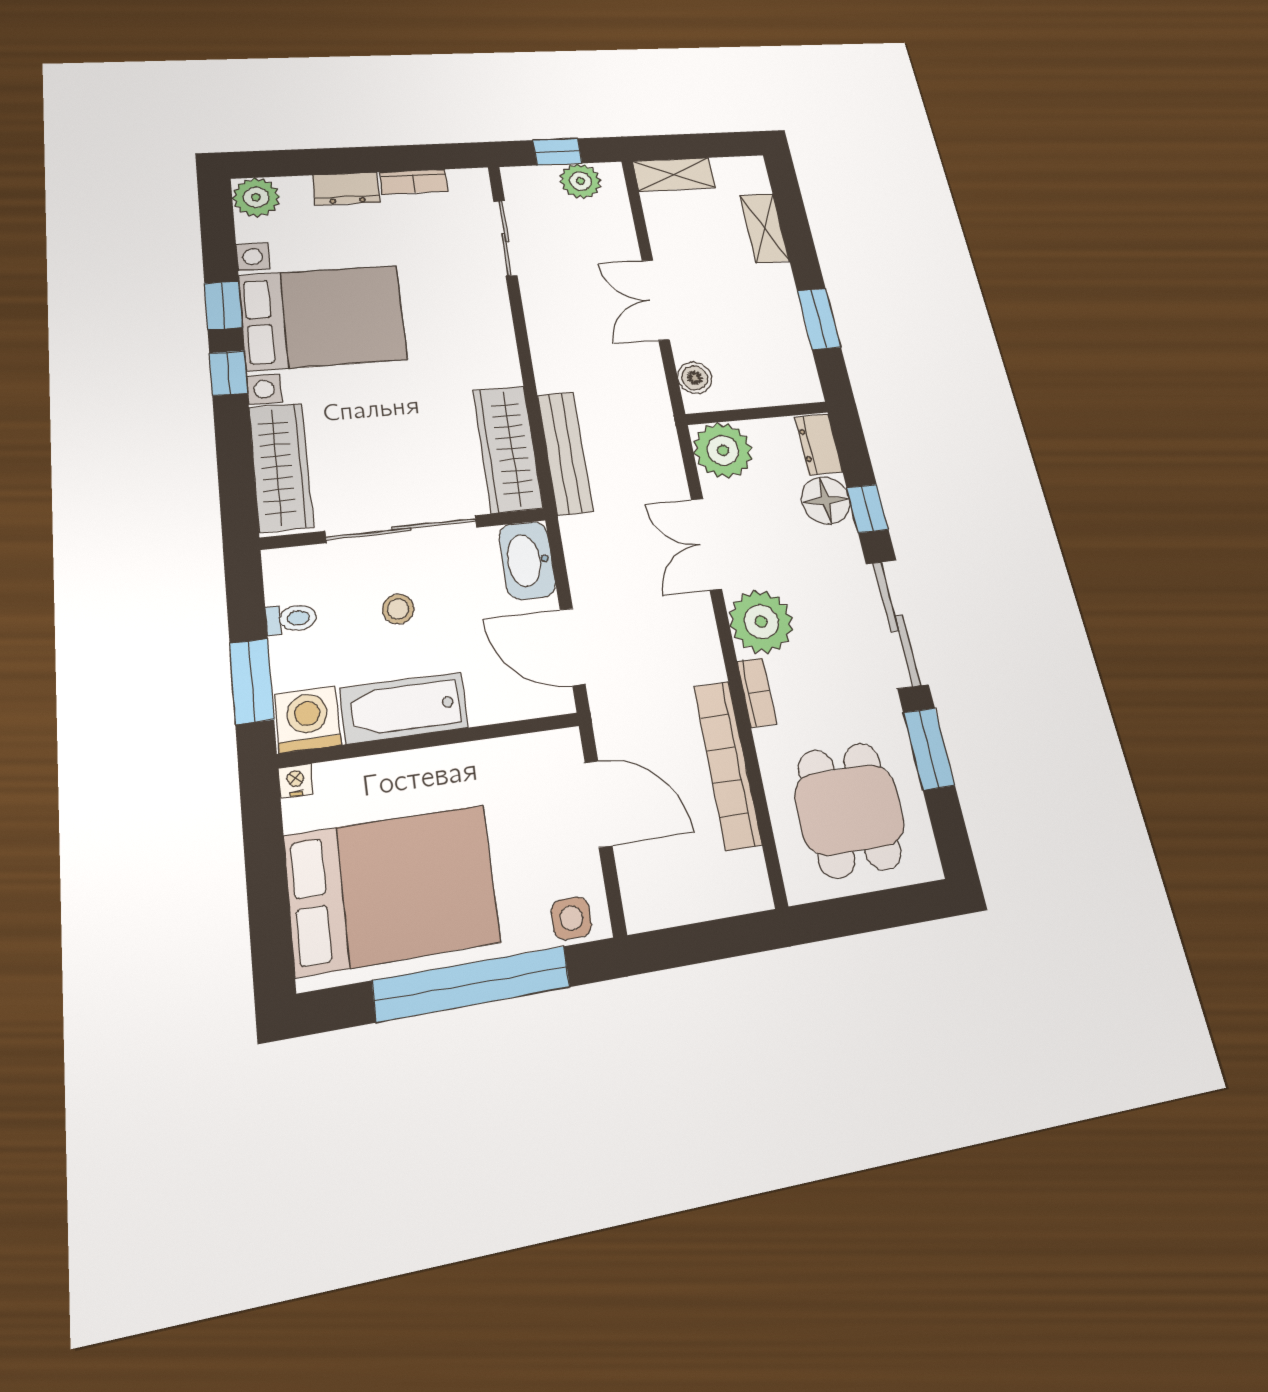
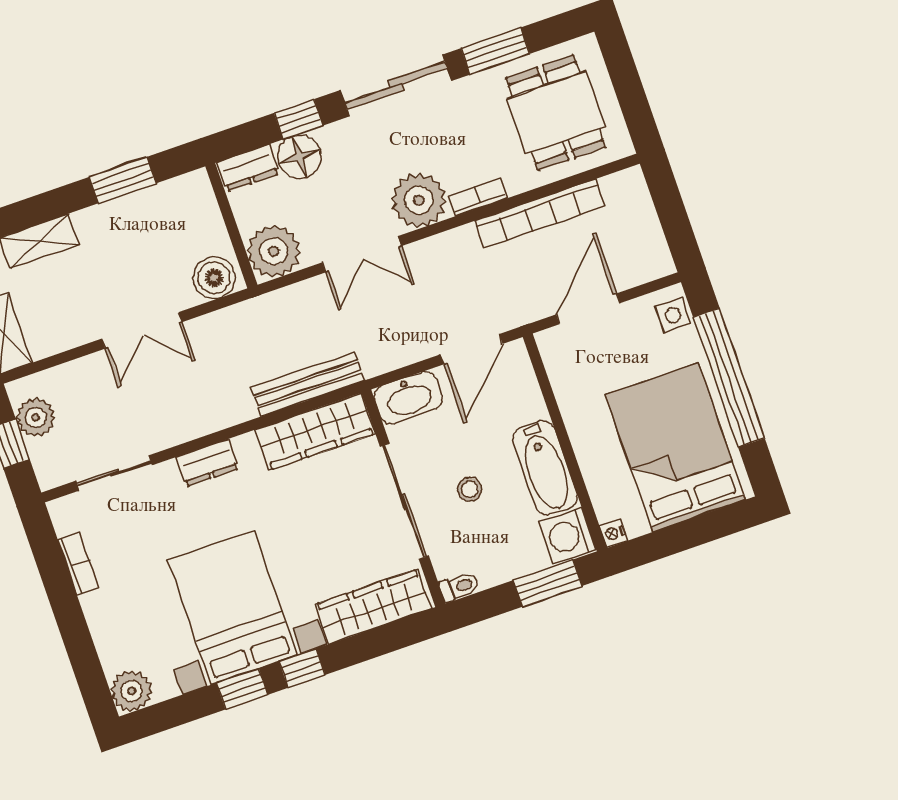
dresser: (346, 189) -> (207, 463), moved, turned 90
boiler: (695, 378) -> (214, 278), width x1.36, depth x1.36
toilet: (291, 619) -> (459, 587), moved, turned 90
dining table: (849, 810) -> (556, 113), turned 90

